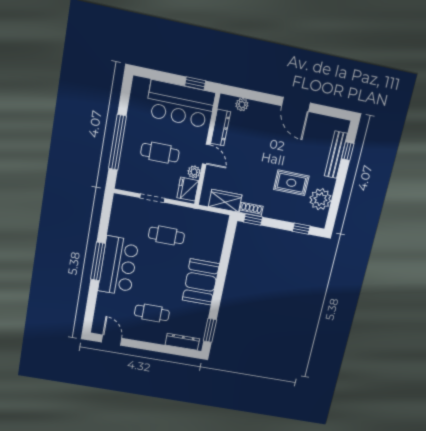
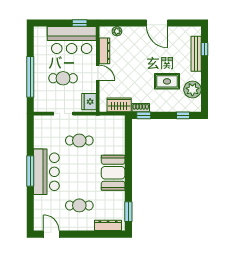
plant: (194, 172) -> (91, 88), removed

